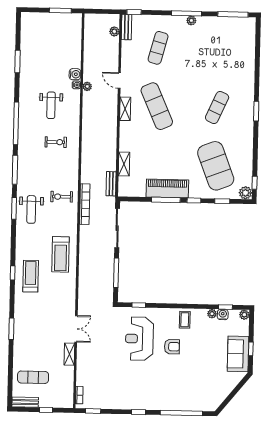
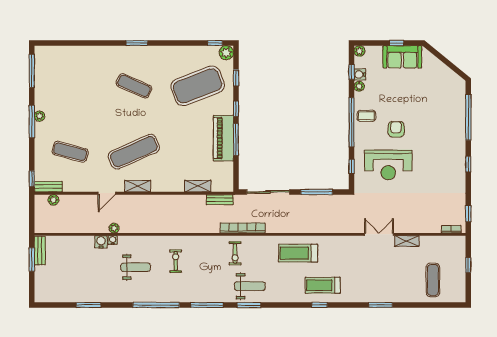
treadmill: (61, 254) -> (298, 253), turned 180
window: (179, 306) -> (351, 122), added
bench: (25, 402) -> (40, 251), moved

